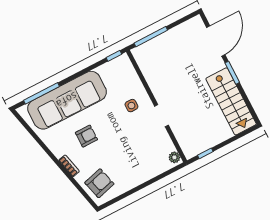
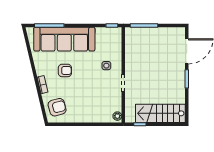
stairs: (231, 101) -> (160, 113), moved, turned 90

